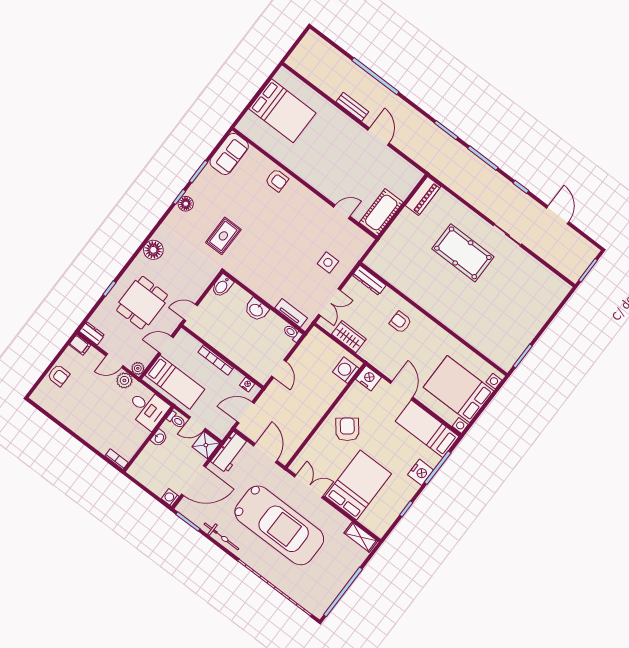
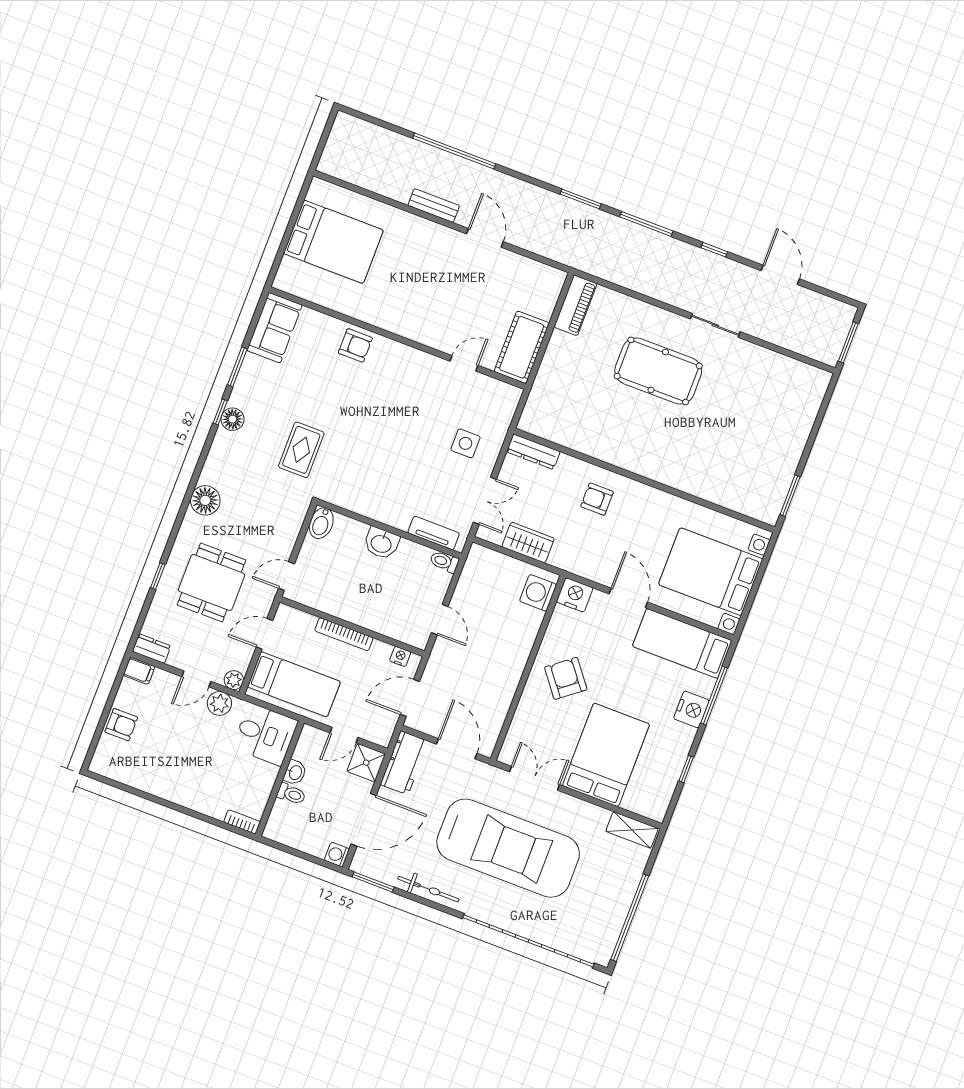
toilet: (176, 420) -> (291, 794), moved

